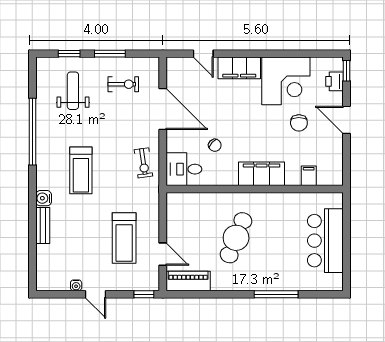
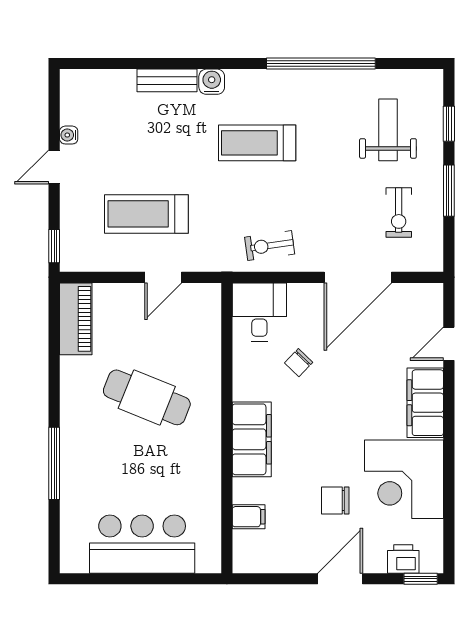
weight bench: (73, 91) -> (388, 130), turned -90
door: (163, 254) -> (163, 277), moved

